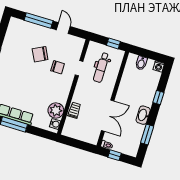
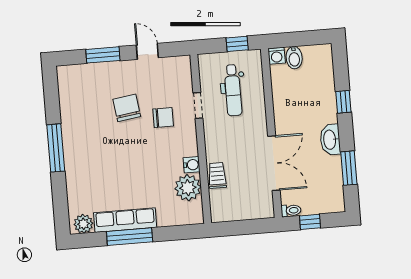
window: (39, 20) -> (103, 55), width x0.69
chair: (40, 54) -> (127, 108), turned 109
washing machine: (159, 66) -> (277, 56), moved
water cooler: (55, 124) -> (192, 165), moved

